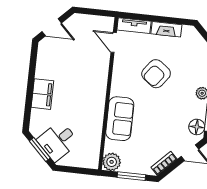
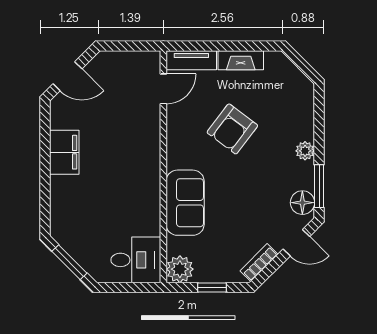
door: (114, 42) -> (163, 89), swing flipped
filing cabinet: (42, 94) -> (64, 152), moved
desk: (58, 141) -> (136, 260), moved, turned -135
window: (131, 176) -> (212, 288), width x0.67

